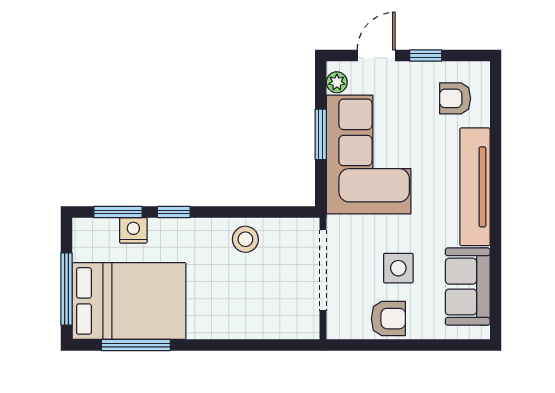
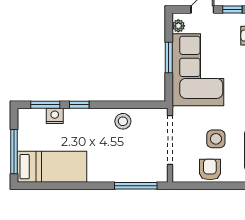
bed: (129, 301) -> (52, 167), width x0.67
armchair: (388, 319) -> (210, 170), turned -90
window: (136, 345) -> (136, 186), moved

